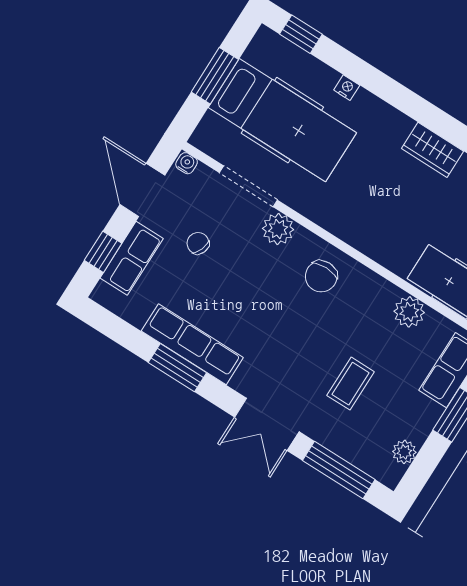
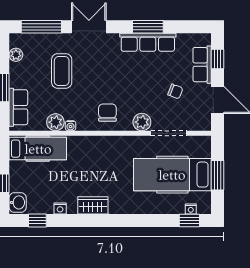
nightstand: (347, 88) -> (191, 209), moved
water cooler: (187, 163) -> (71, 126), moved
coffee table: (351, 384) -> (62, 71), width x1.36, depth x1.30

